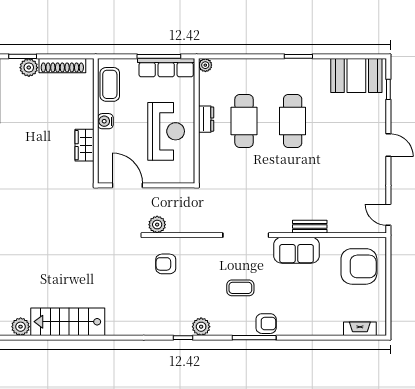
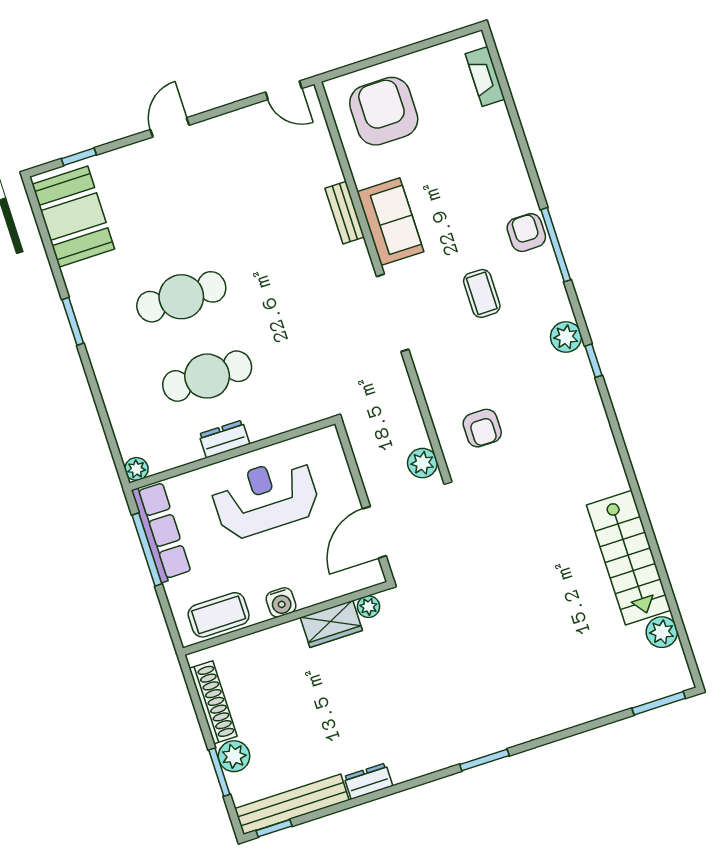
plant: (87, 169) -> (368, 607), added
door: (388, 215) -> (284, 90), hinge flipped

